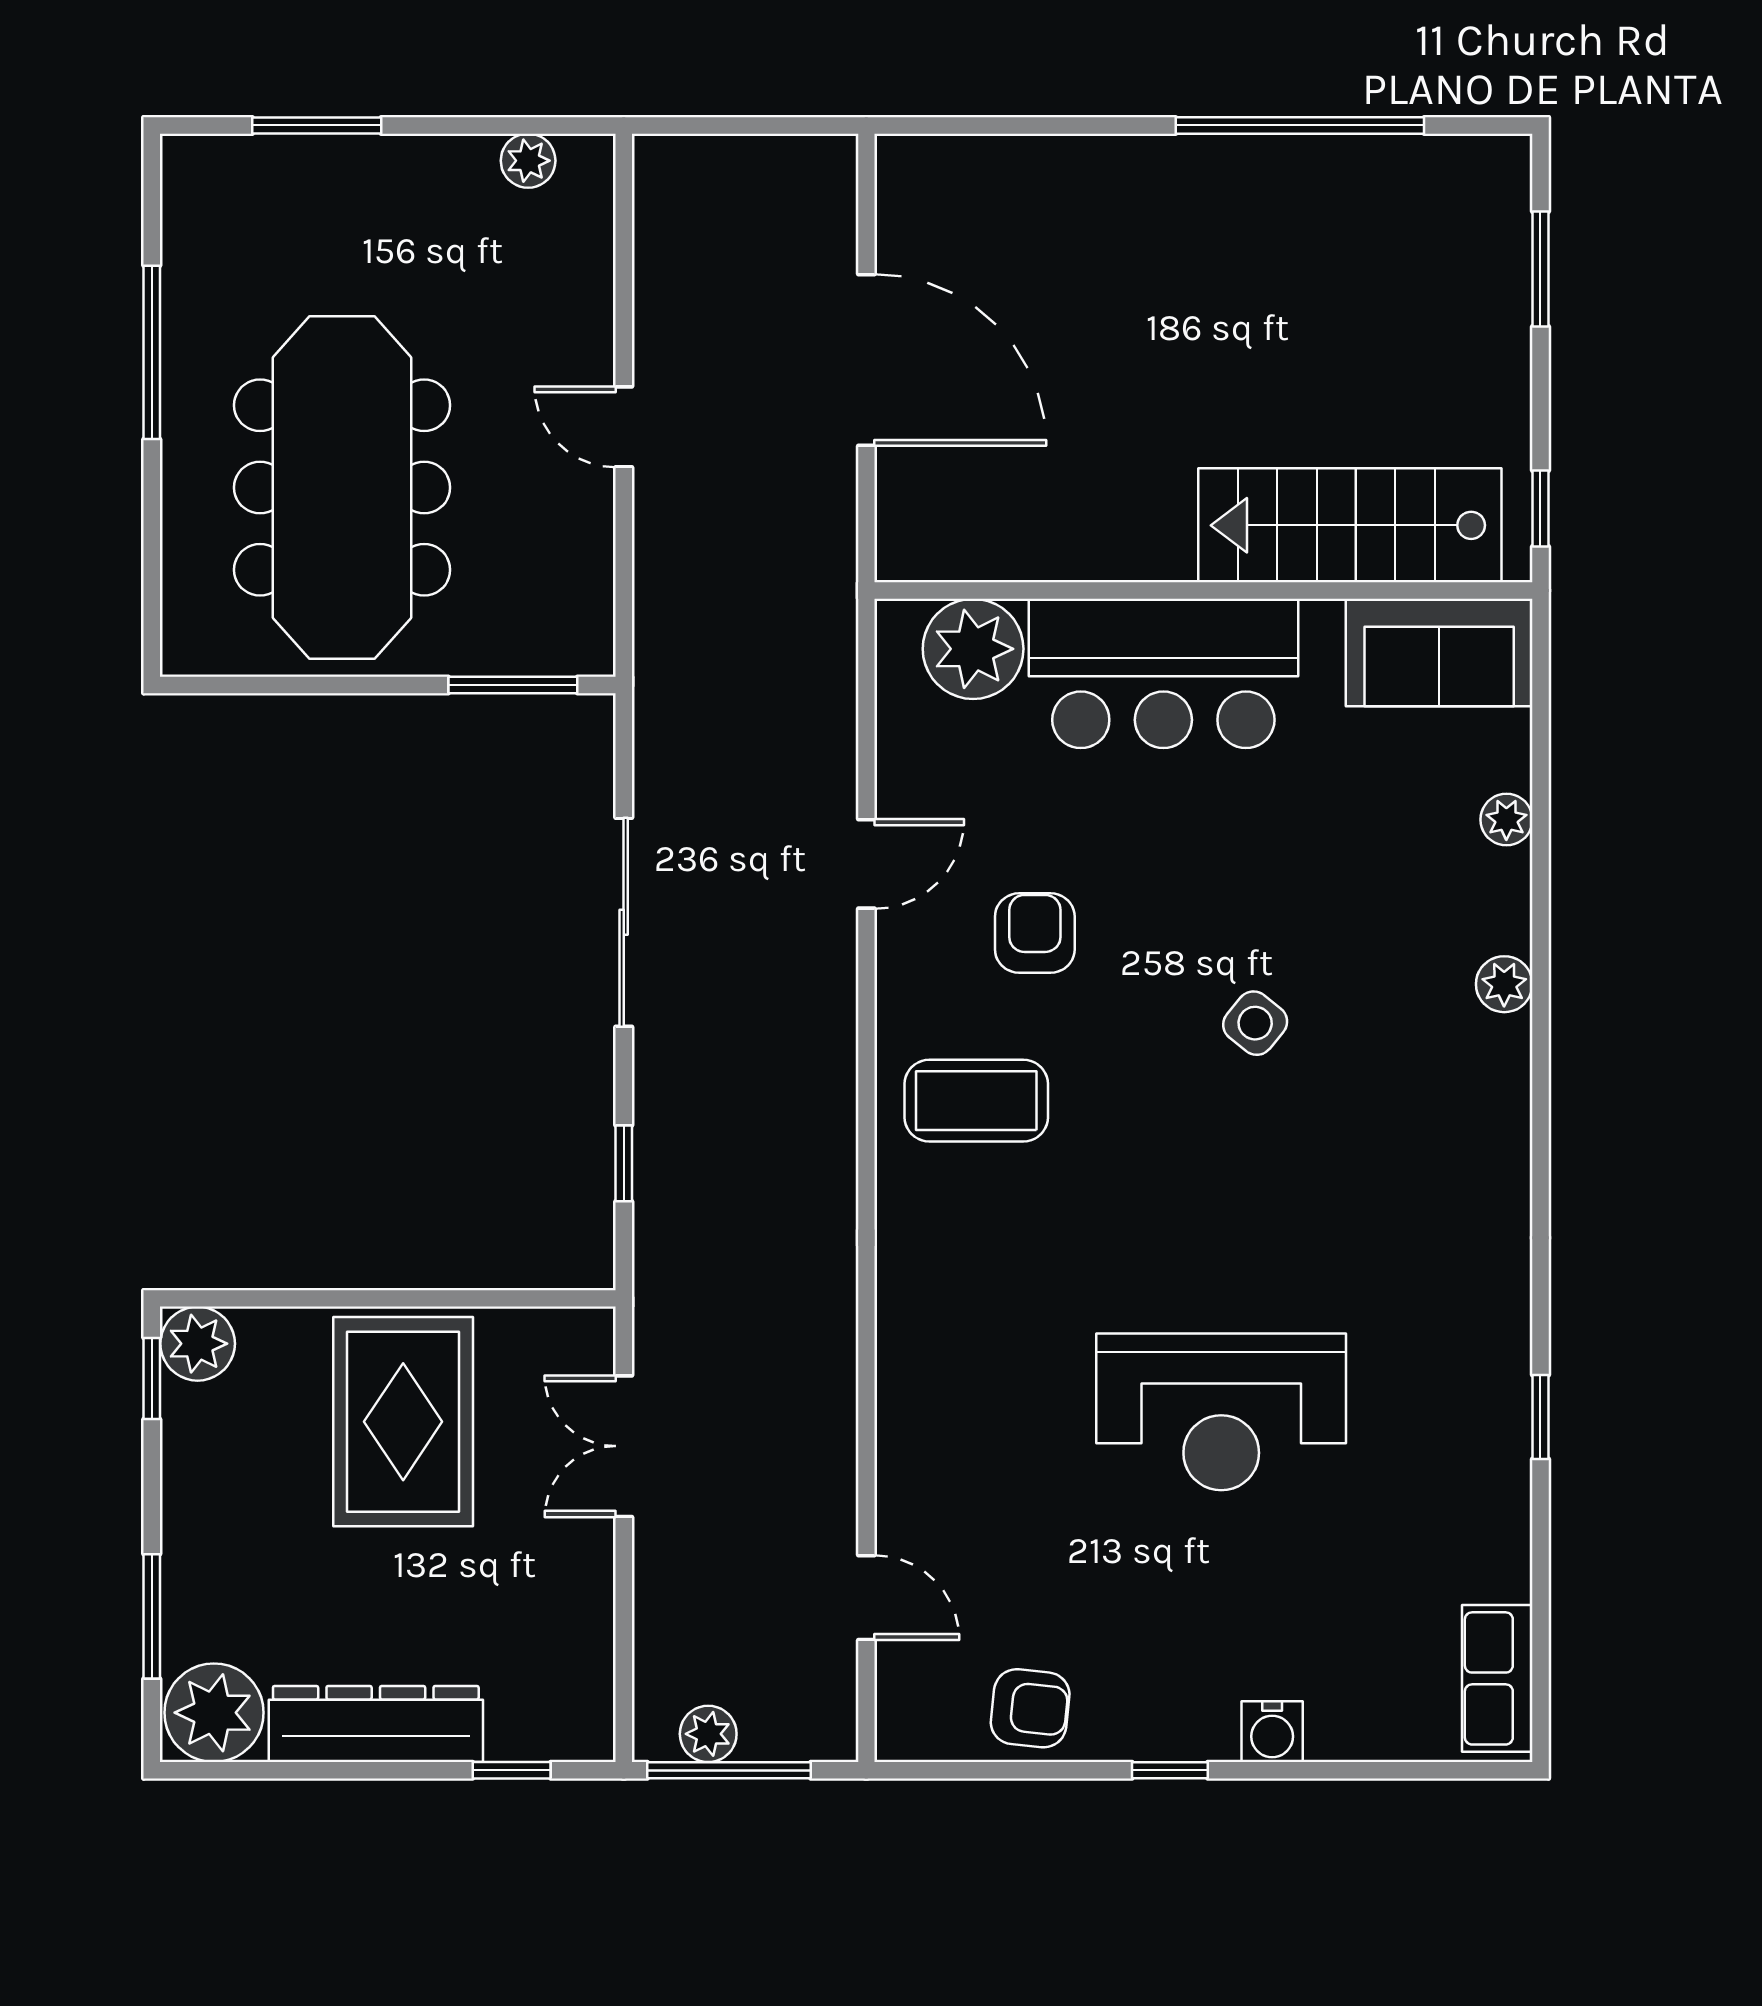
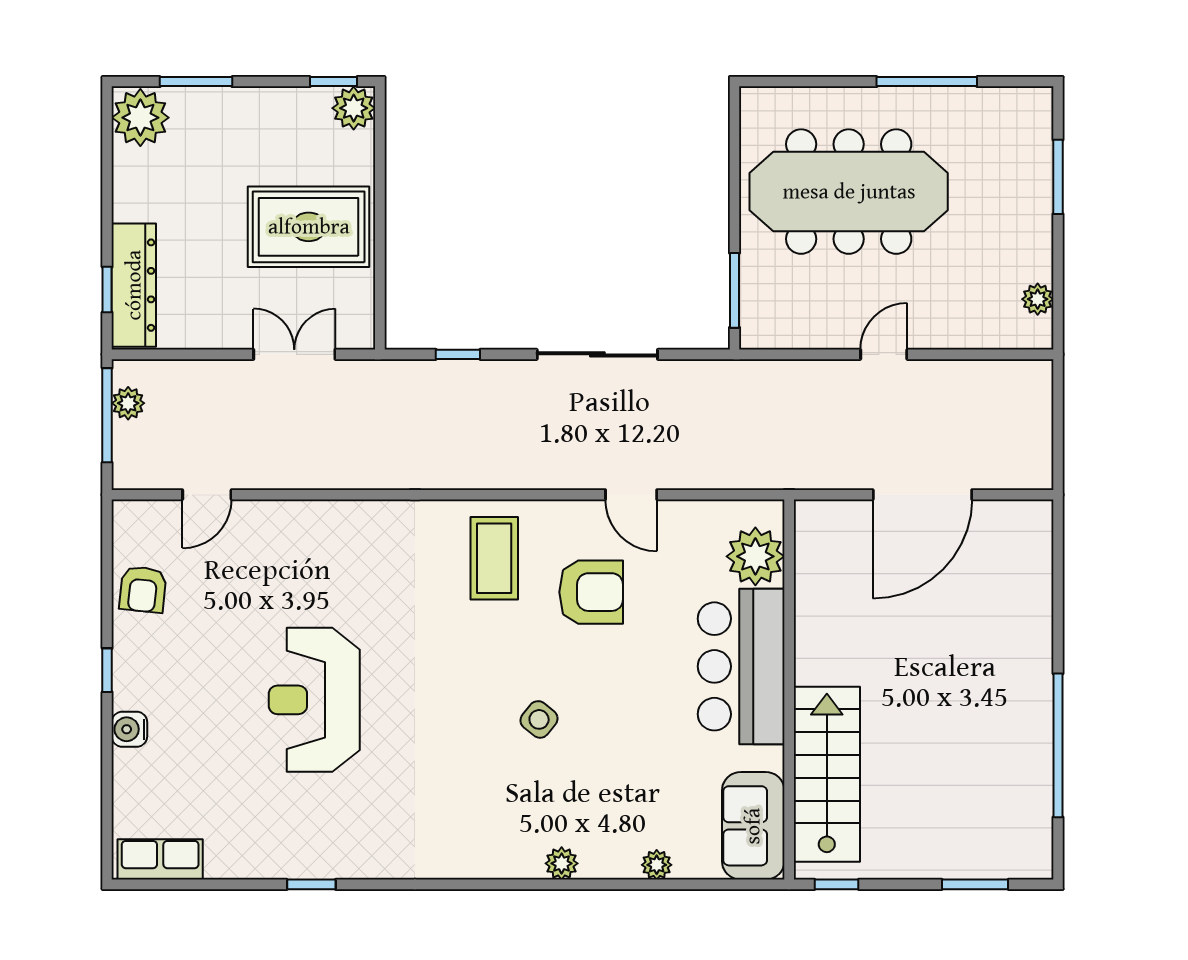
armchair: (1035, 933) -> (591, 592), width x1.38, depth x1.38
dresser: (376, 1724) -> (134, 285), moved

